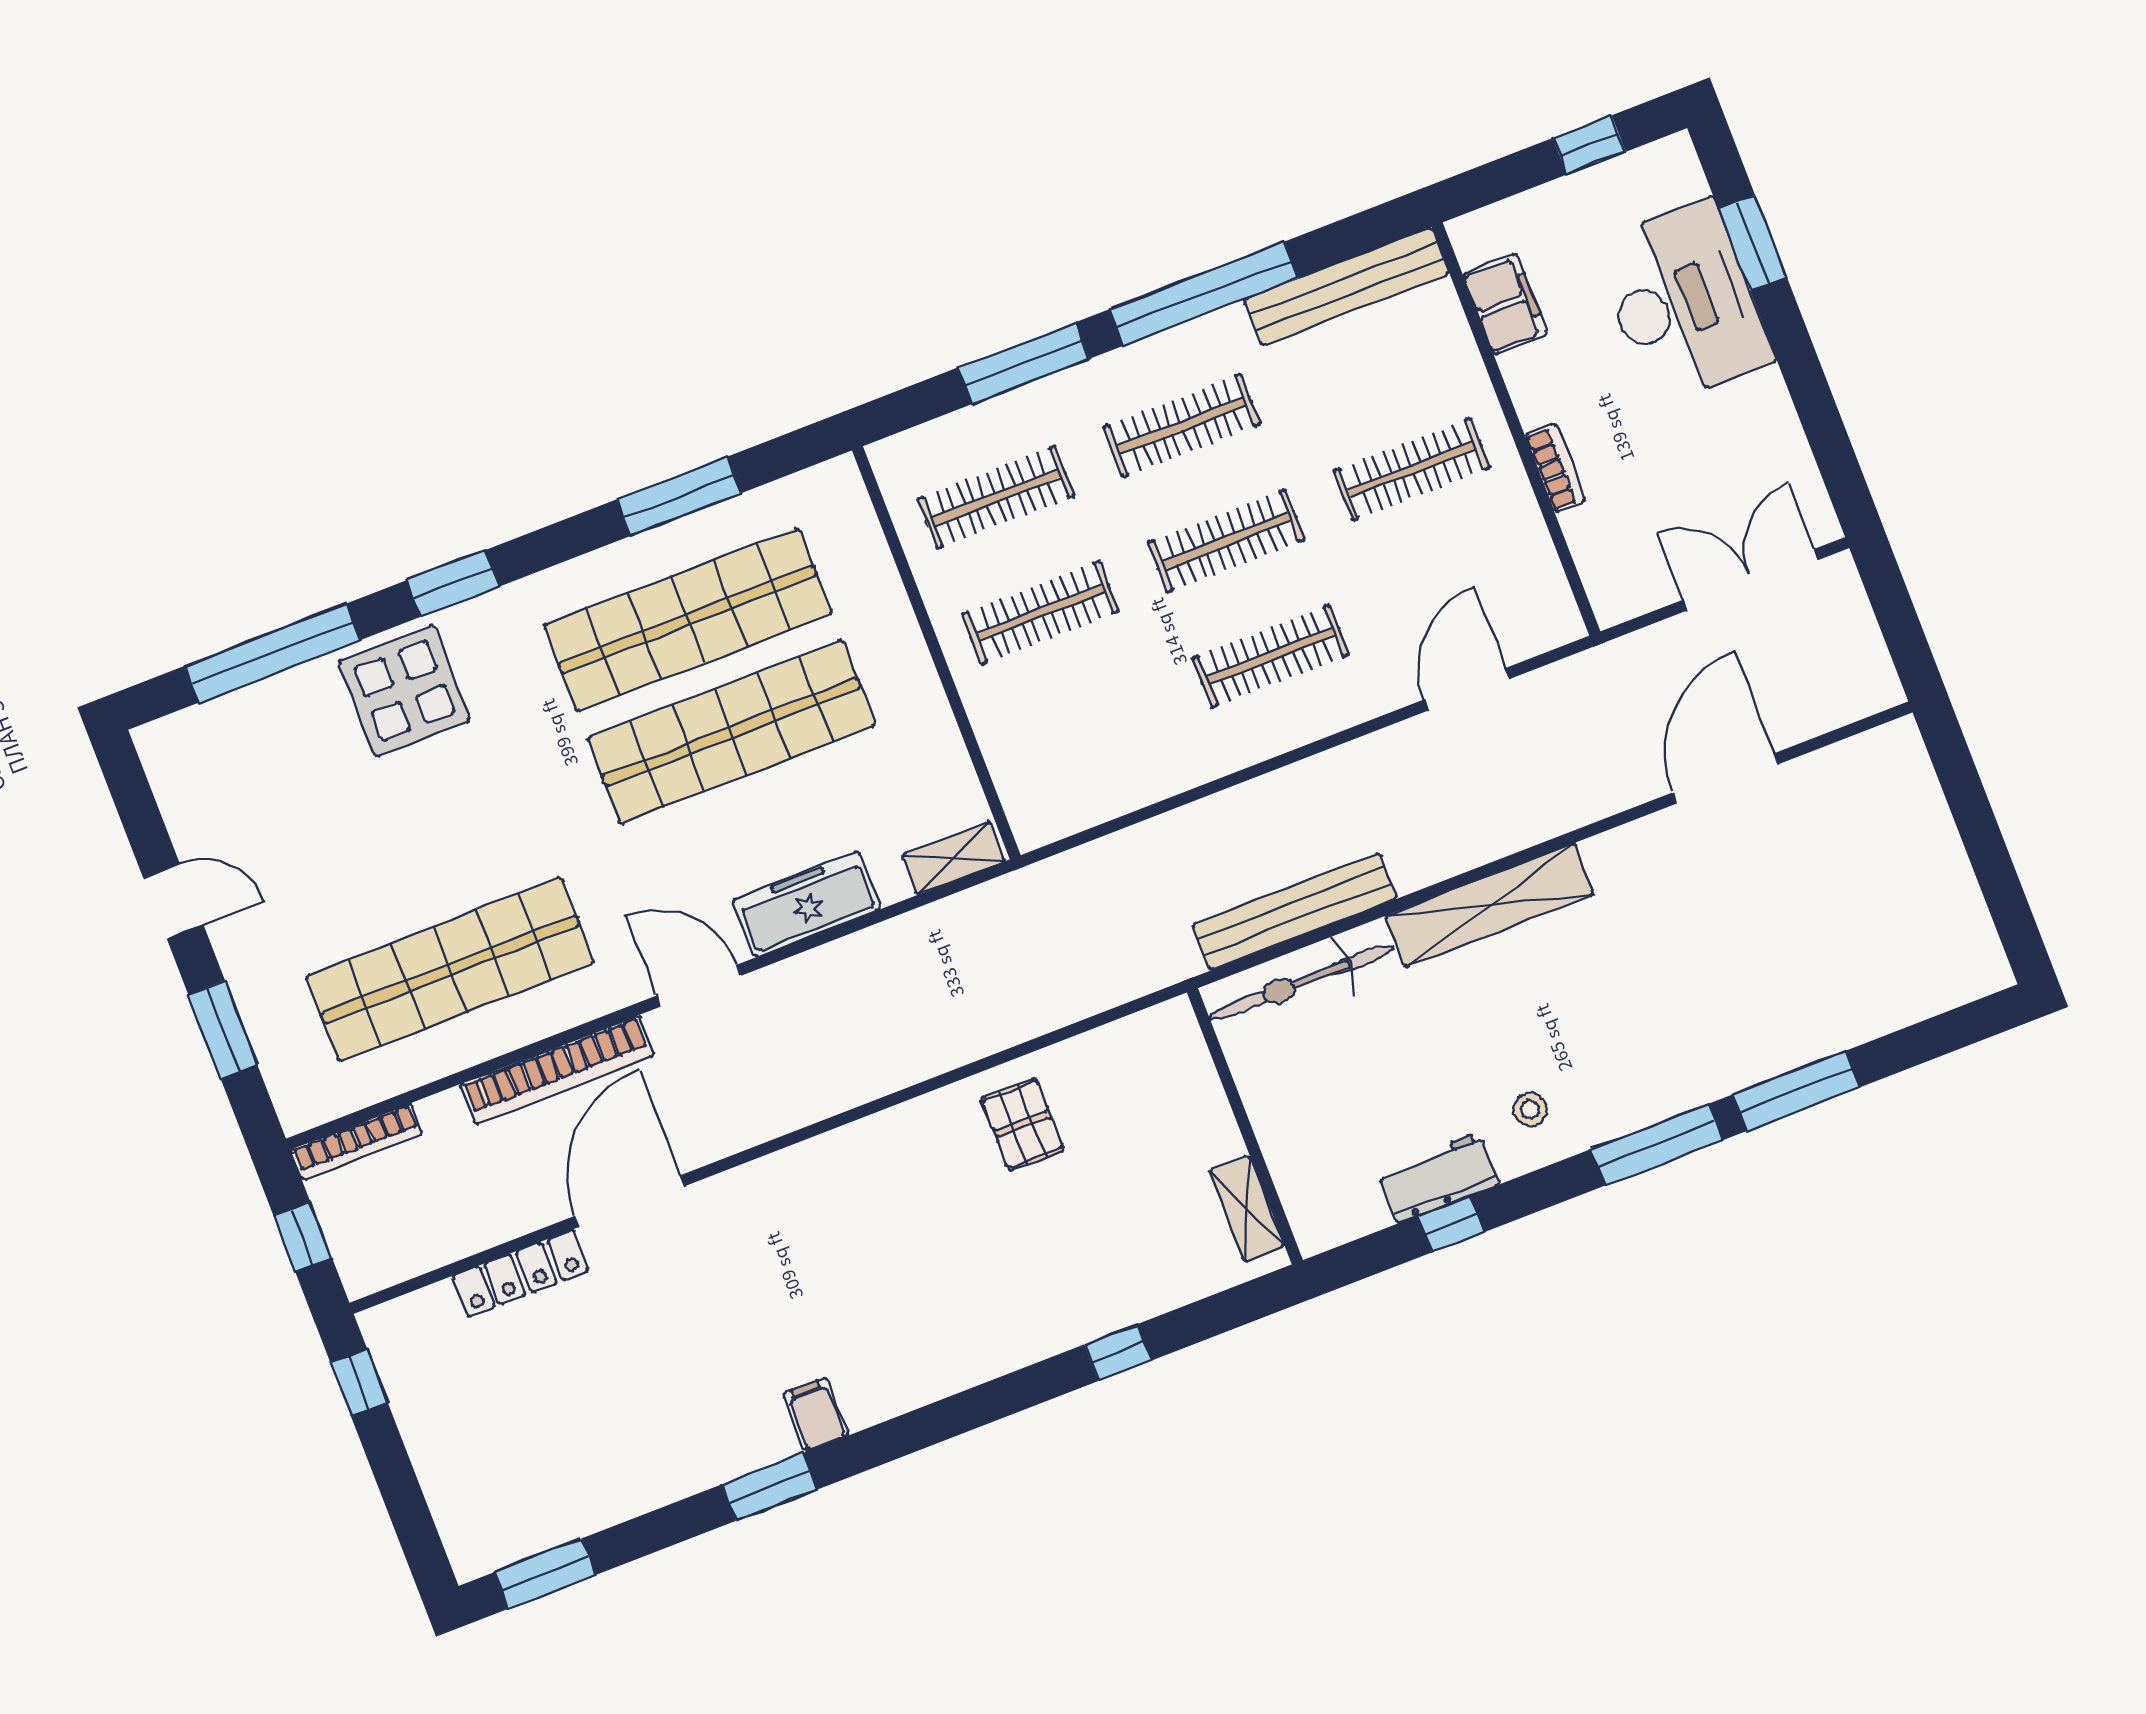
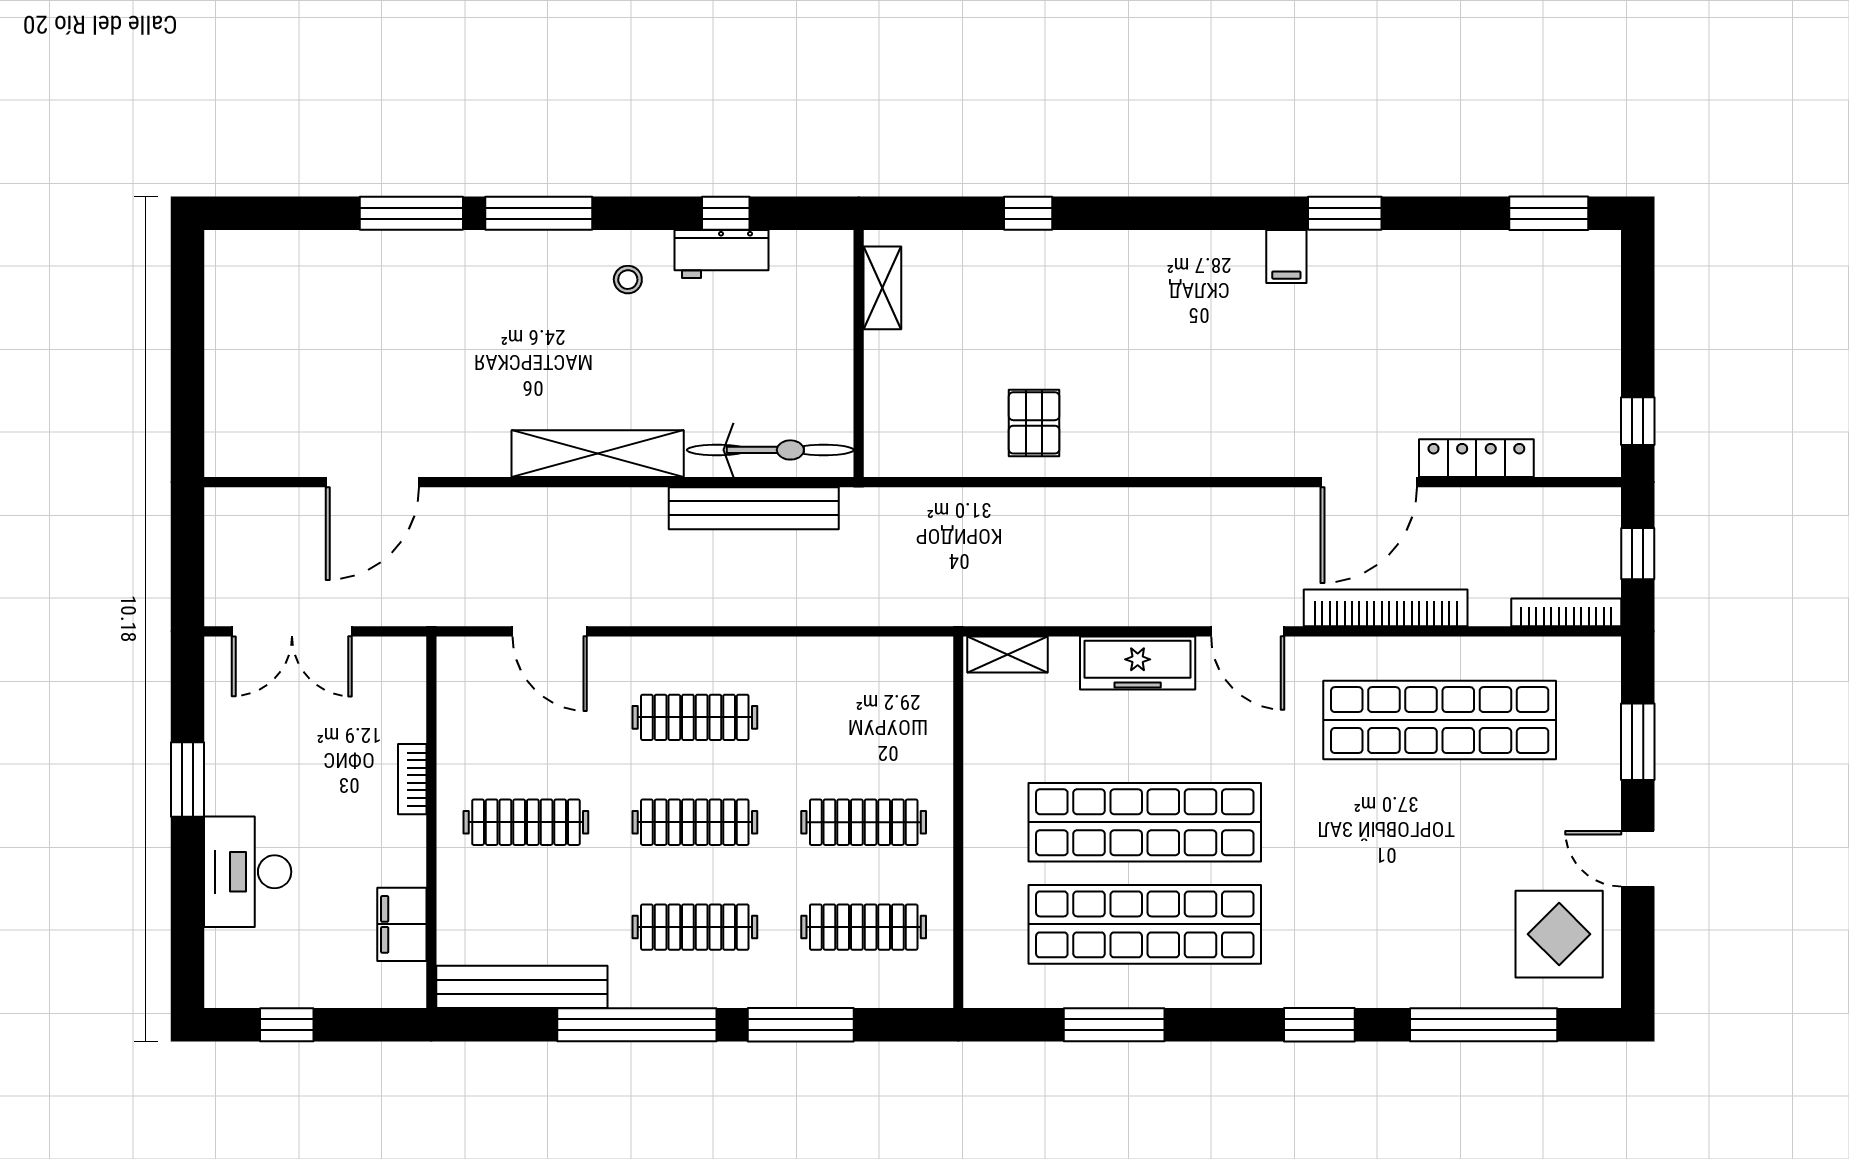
window: (1753, 243) -> (187, 780), moved
desk: (1683, 302) -> (248, 872), width x0.73, depth x0.77
door: (1467, 689) -> (550, 631), hinge flipped
display table: (404, 691) -> (1559, 934), moved

